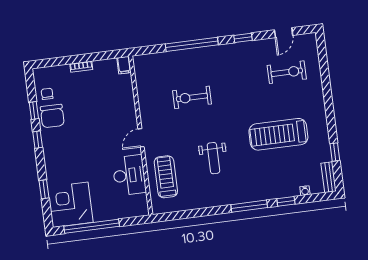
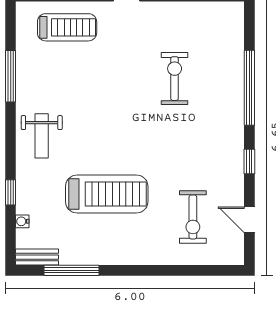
treadmill: (278, 134) -> (107, 194), turned 90
window: (335, 152) -> (71, 270), width x2.17
weight bench: (213, 158) -> (42, 136), moved, turned -90
window: (249, 206) -> (11, 76), moved

